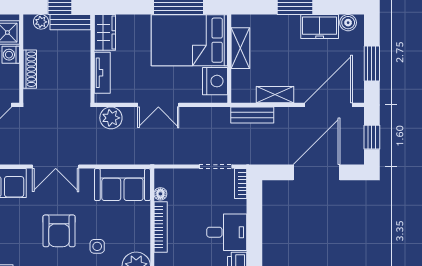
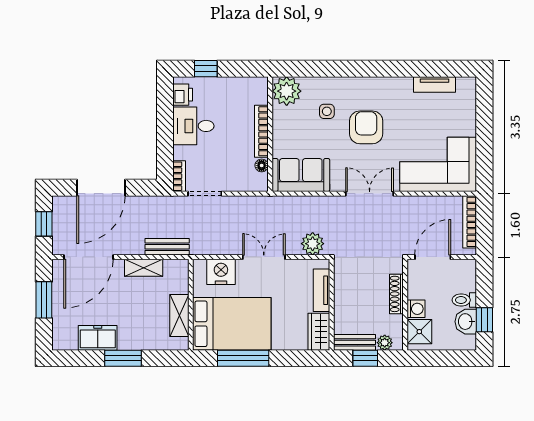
boiler: (348, 23) -> (68, 342), removed
nightstand: (215, 81) -> (221, 272), moved, turned 90

